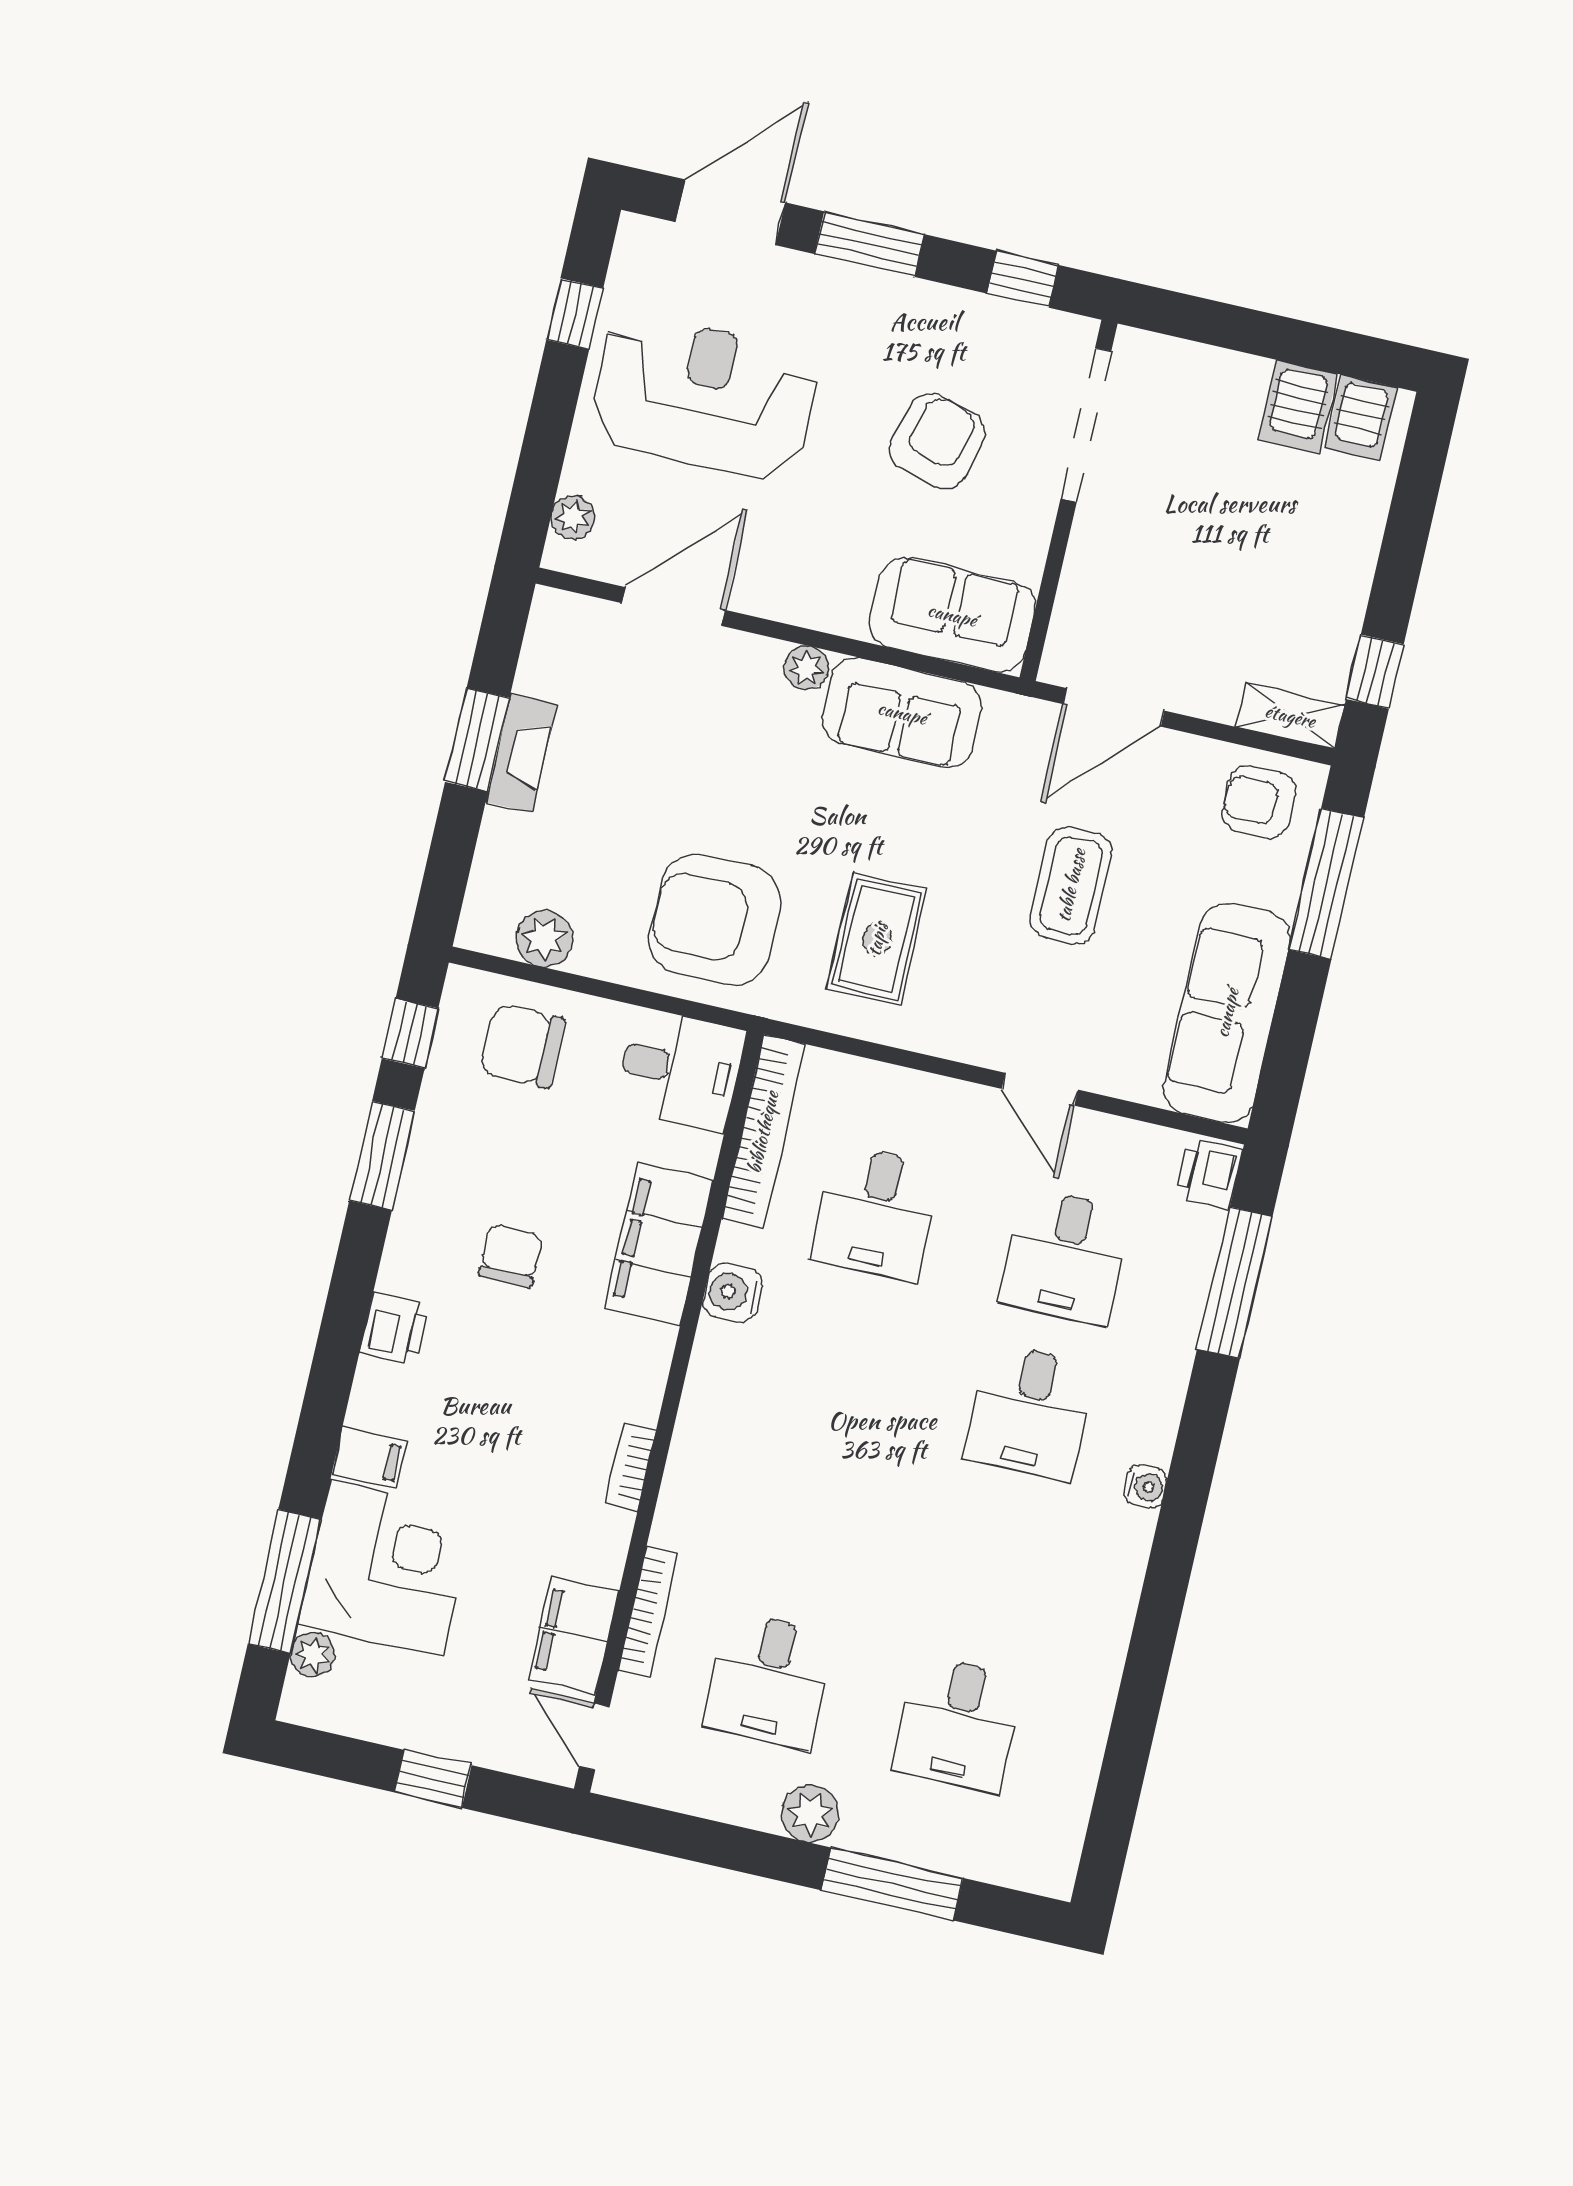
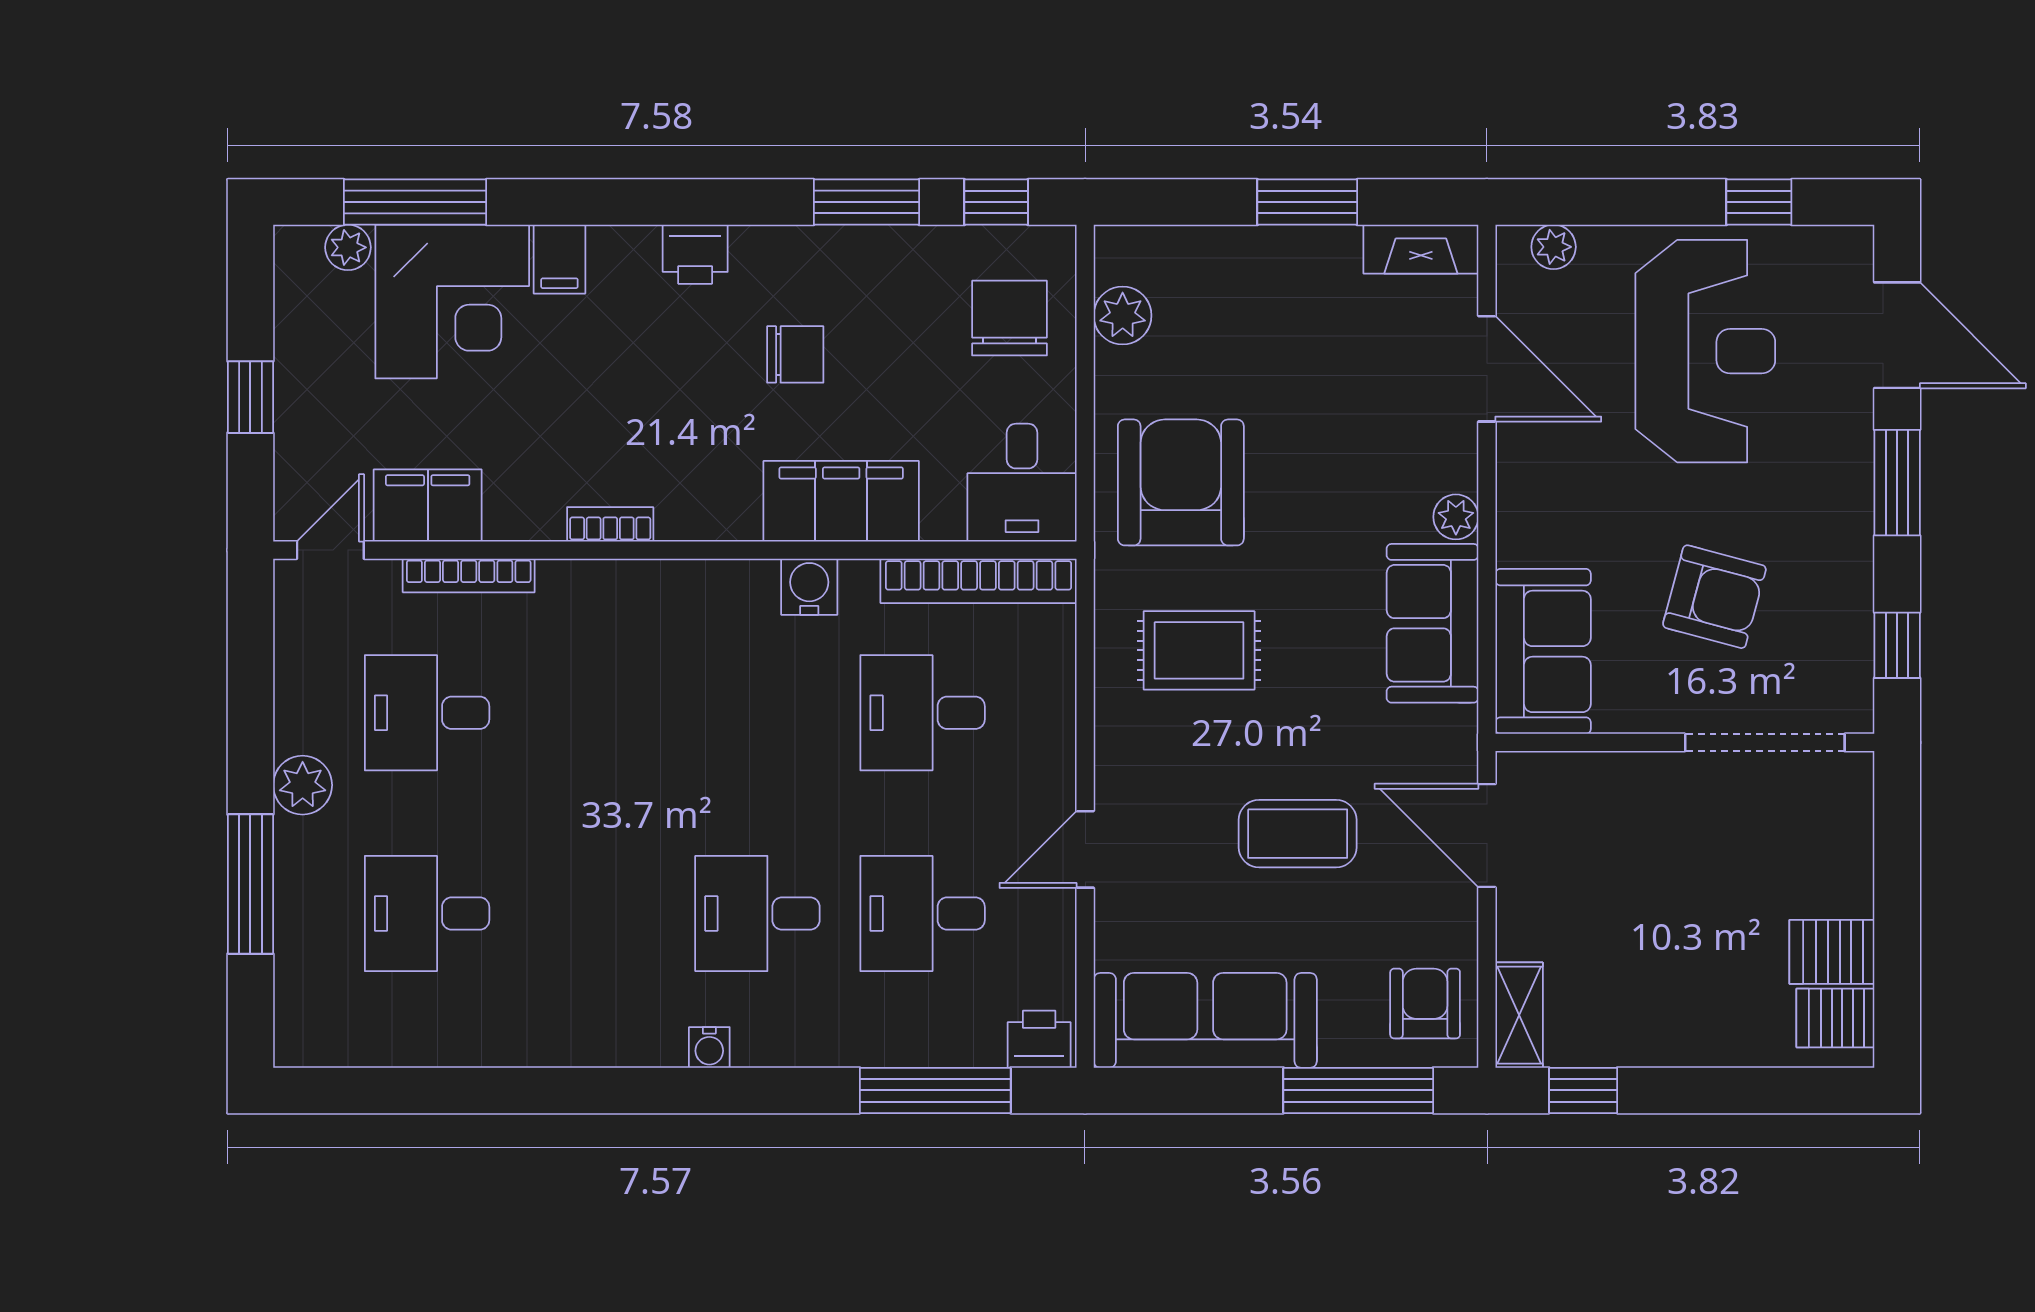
fireplace: (521, 753) -> (1421, 249), moved

